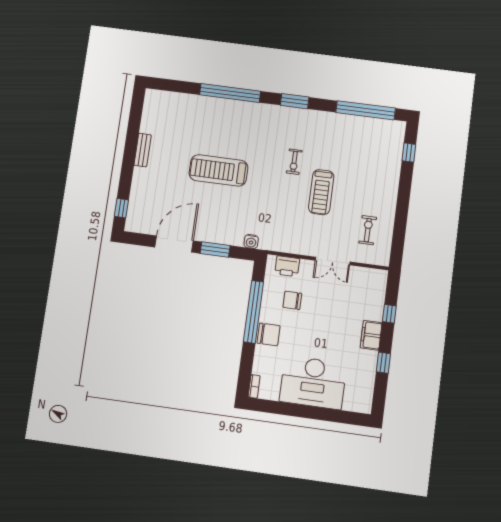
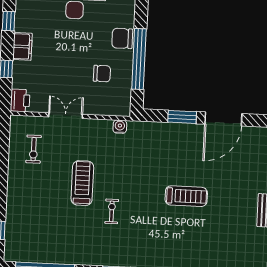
treadmill: (218, 170) -> (186, 196), width x0.73, depth x0.73
water cooler: (251, 241) -> (120, 127), moved
printer: (287, 266) -> (20, 100), moved, turned 90

